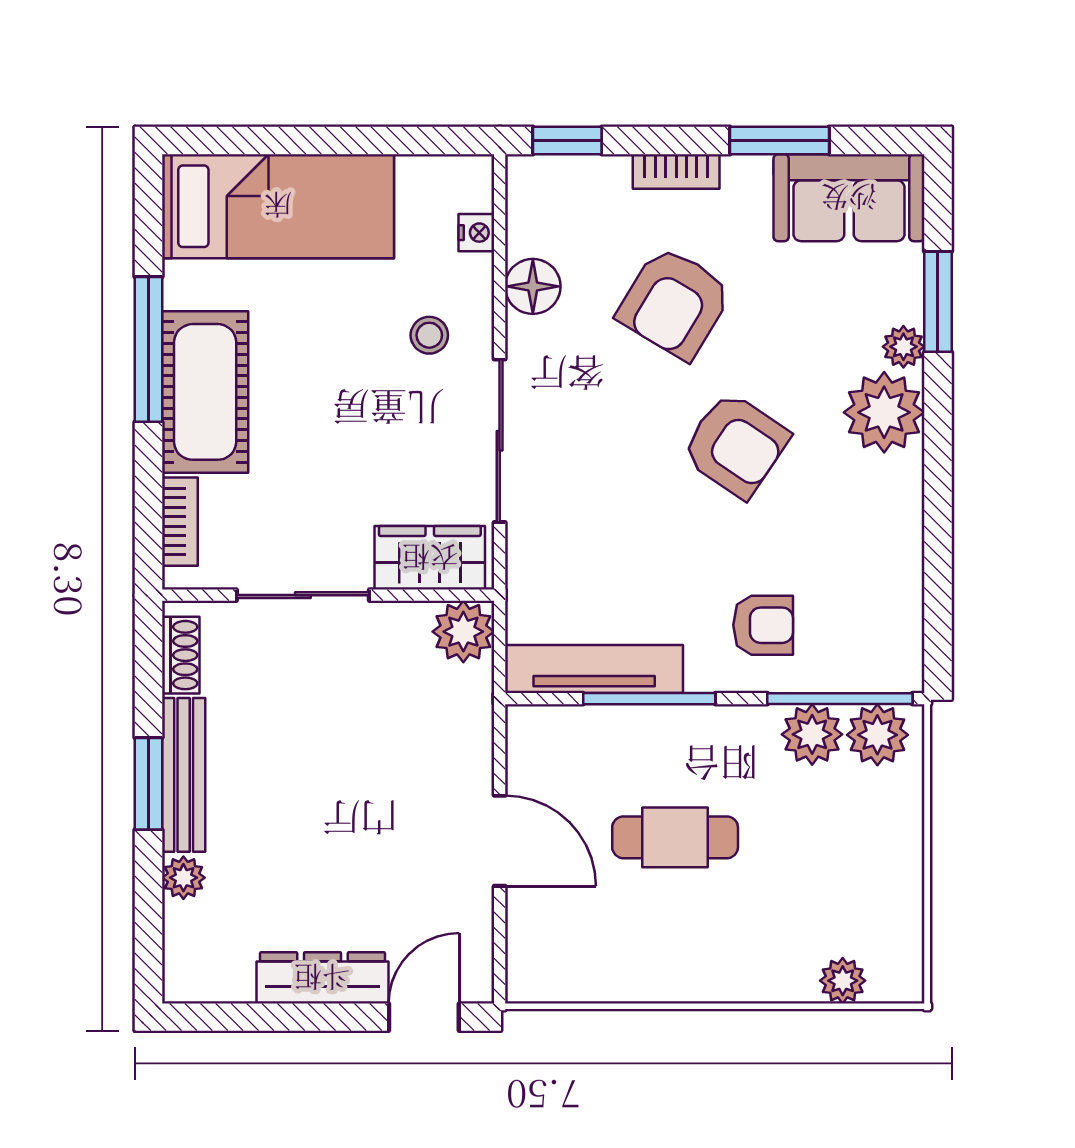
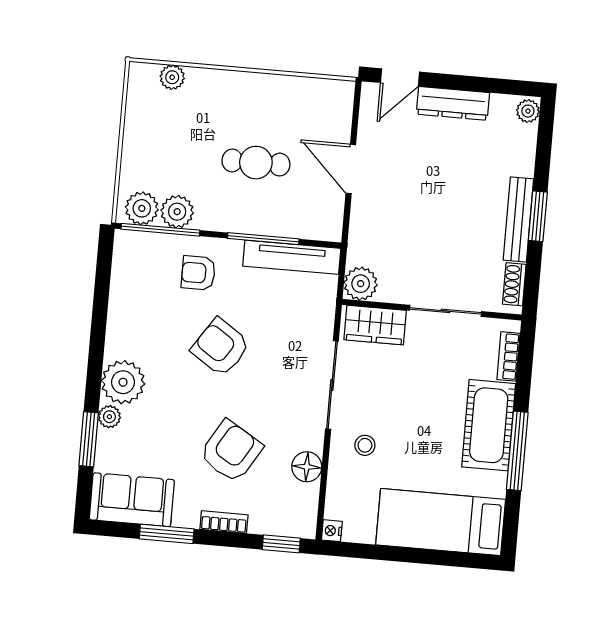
nightstand: (476, 233) -> (332, 531), moved
armchair: (736, 445) -> (221, 347), moved
plant: (183, 878) -> (528, 111), moved

